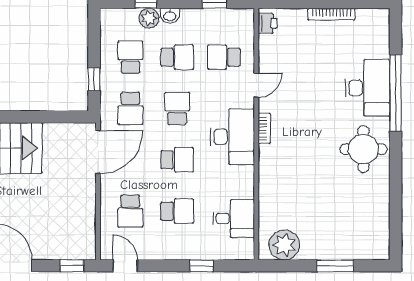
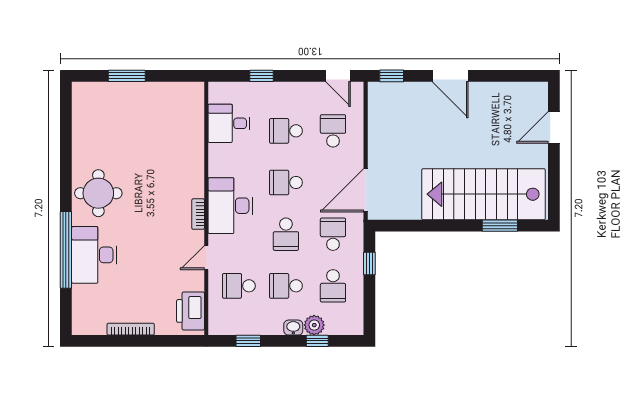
printer: (267, 23) -> (191, 311), width x1.87, depth x1.48
school desk: (224, 57) -> (239, 286), turned 180
plant: (284, 245) -> (178, 97), removed

